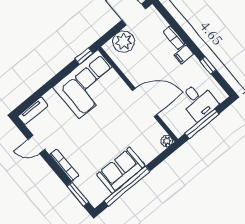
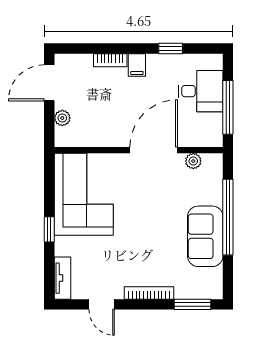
plant: (124, 42) -> (62, 118), width x0.53, depth x0.53
window: (84, 56) -> (49, 229), moved
plant: (167, 141) -> (193, 161), moved
door: (36, 144) -> (102, 304), hinge flipped
window: (127, 186) -> (228, 217), moved

